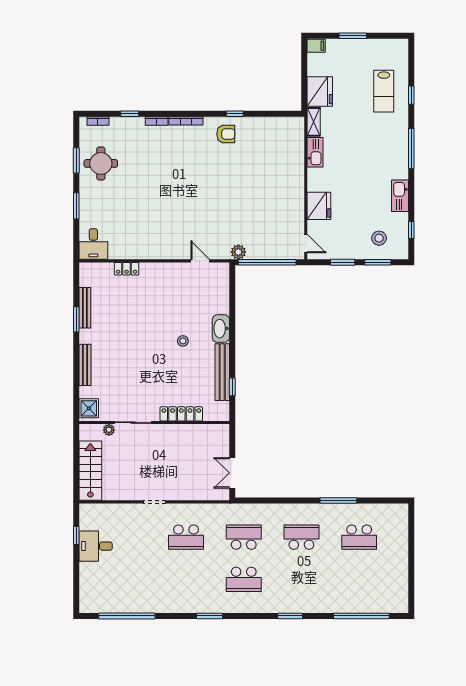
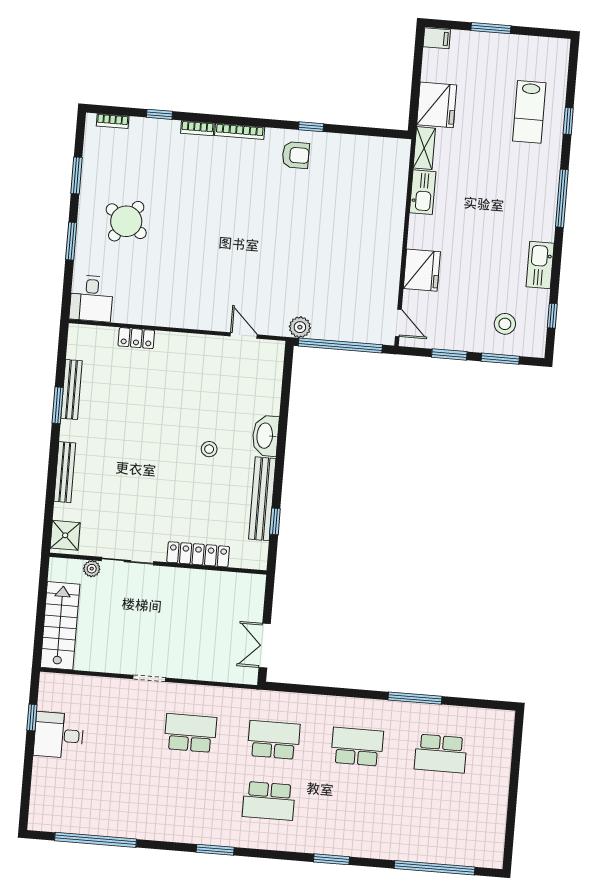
round table: (101, 163) -> (126, 221), moved, turned 35
school desk: (186, 537) -> (190, 733), turned 180

